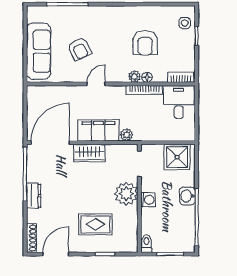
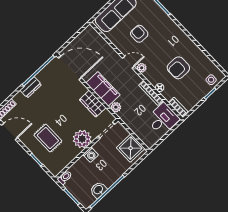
armchair: (79, 49) -> (139, 34), turned 117
plant: (135, 76) -> (142, 68), moved
wardrobe: (89, 153) -> (93, 104), moved
washbasin: (187, 196) -> (98, 190), moved

